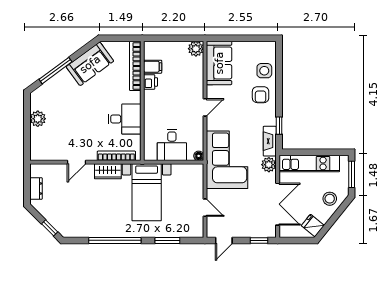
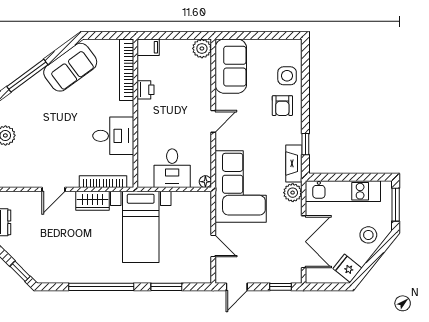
filing cabinet: (153, 67) -> (148, 47), moved

